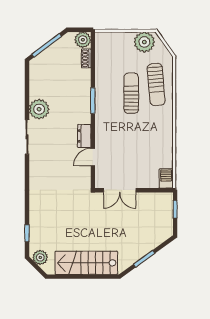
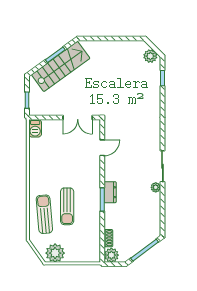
plant: (39, 109) -> (156, 187), width x0.53, depth x0.53
dresser: (84, 136) -> (110, 192), moved
double door: (120, 190) -> (78, 117), swing flipped
stairs: (86, 263) -> (61, 67), moved, turned -36

